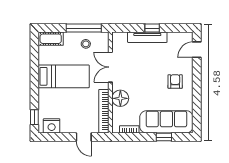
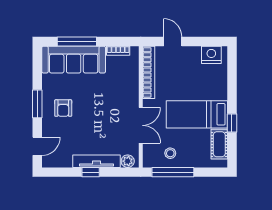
plant: (121, 37) -> (128, 161), added
cot: (51, 39) -> (219, 144), moved, turned 90
window: (197, 85) -> (37, 104), added
floor lamp: (120, 98) -> (129, 88), removed
window: (34, 117) -> (232, 123), moved
window: (164, 137) -> (77, 42), width x2.17

